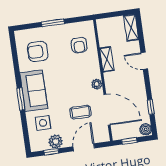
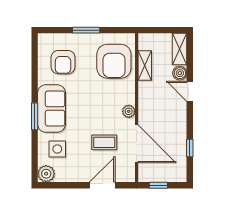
armchair: (79, 45) -> (114, 61), width x1.88, depth x1.88
armchair: (38, 52) -> (63, 62), turned -90
shelving: (107, 59) -> (145, 66), moved
boiler: (146, 129) -> (180, 73), moved
plant: (56, 142) -> (46, 174), moved
window: (51, 152) -> (62, 185), removed

